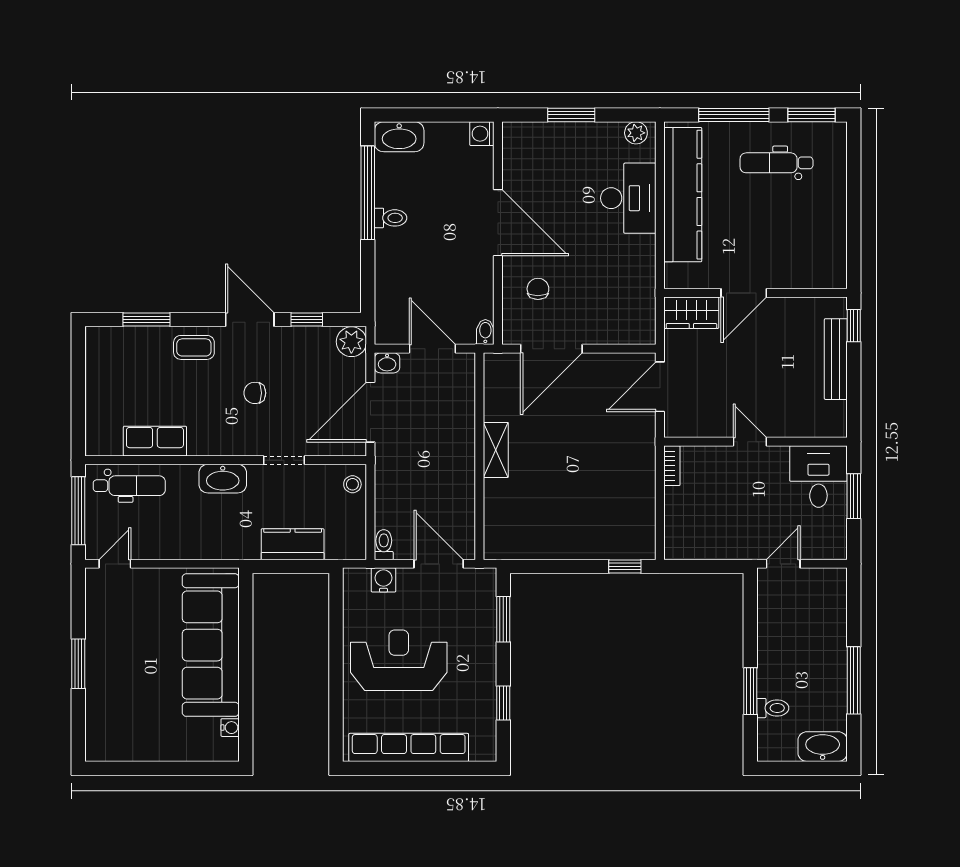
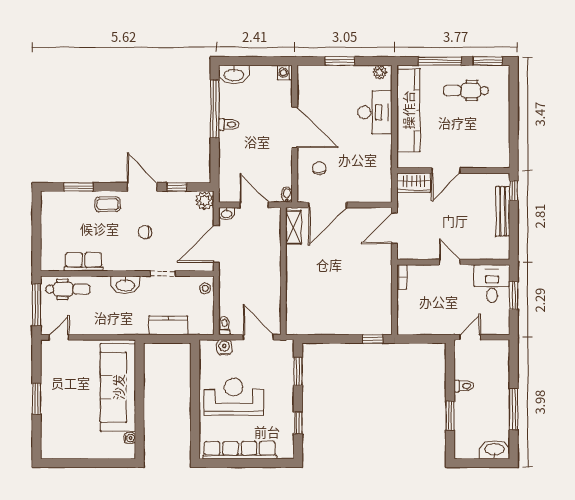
shelving: (496, 450) -> (293, 227), moved
toilet: (773, 708) -> (464, 386), moved

